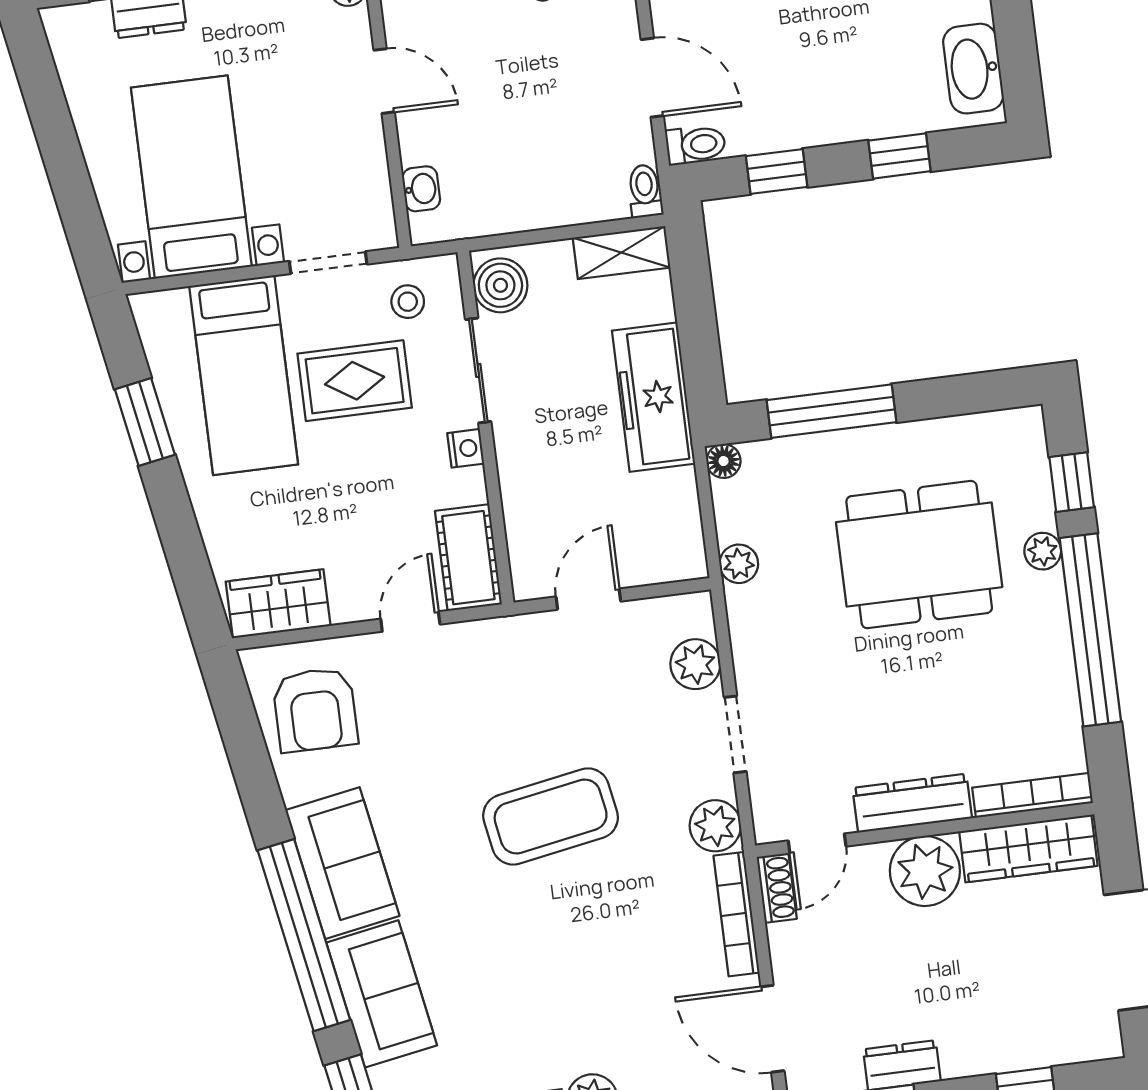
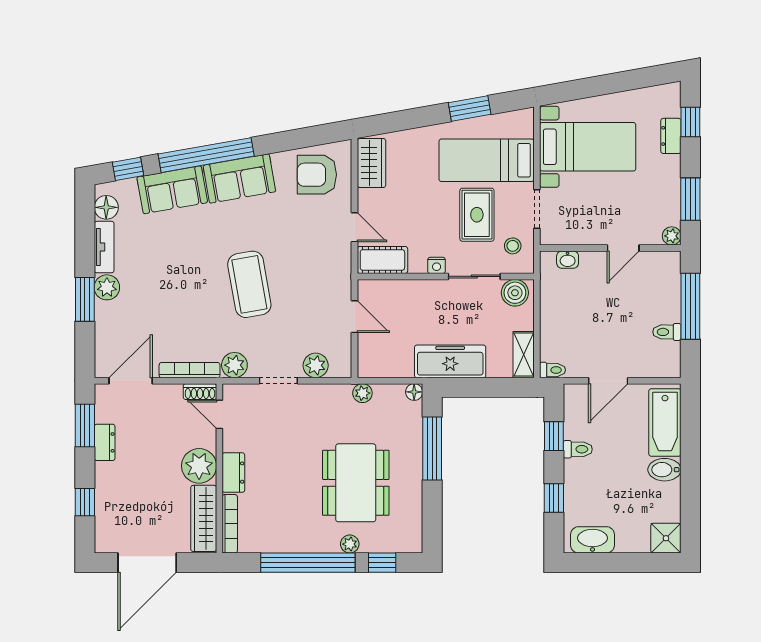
toilet: (696, 145) -> (578, 449), moved, turned -90
dresser: (912, 803) -> (233, 473), width x0.70

